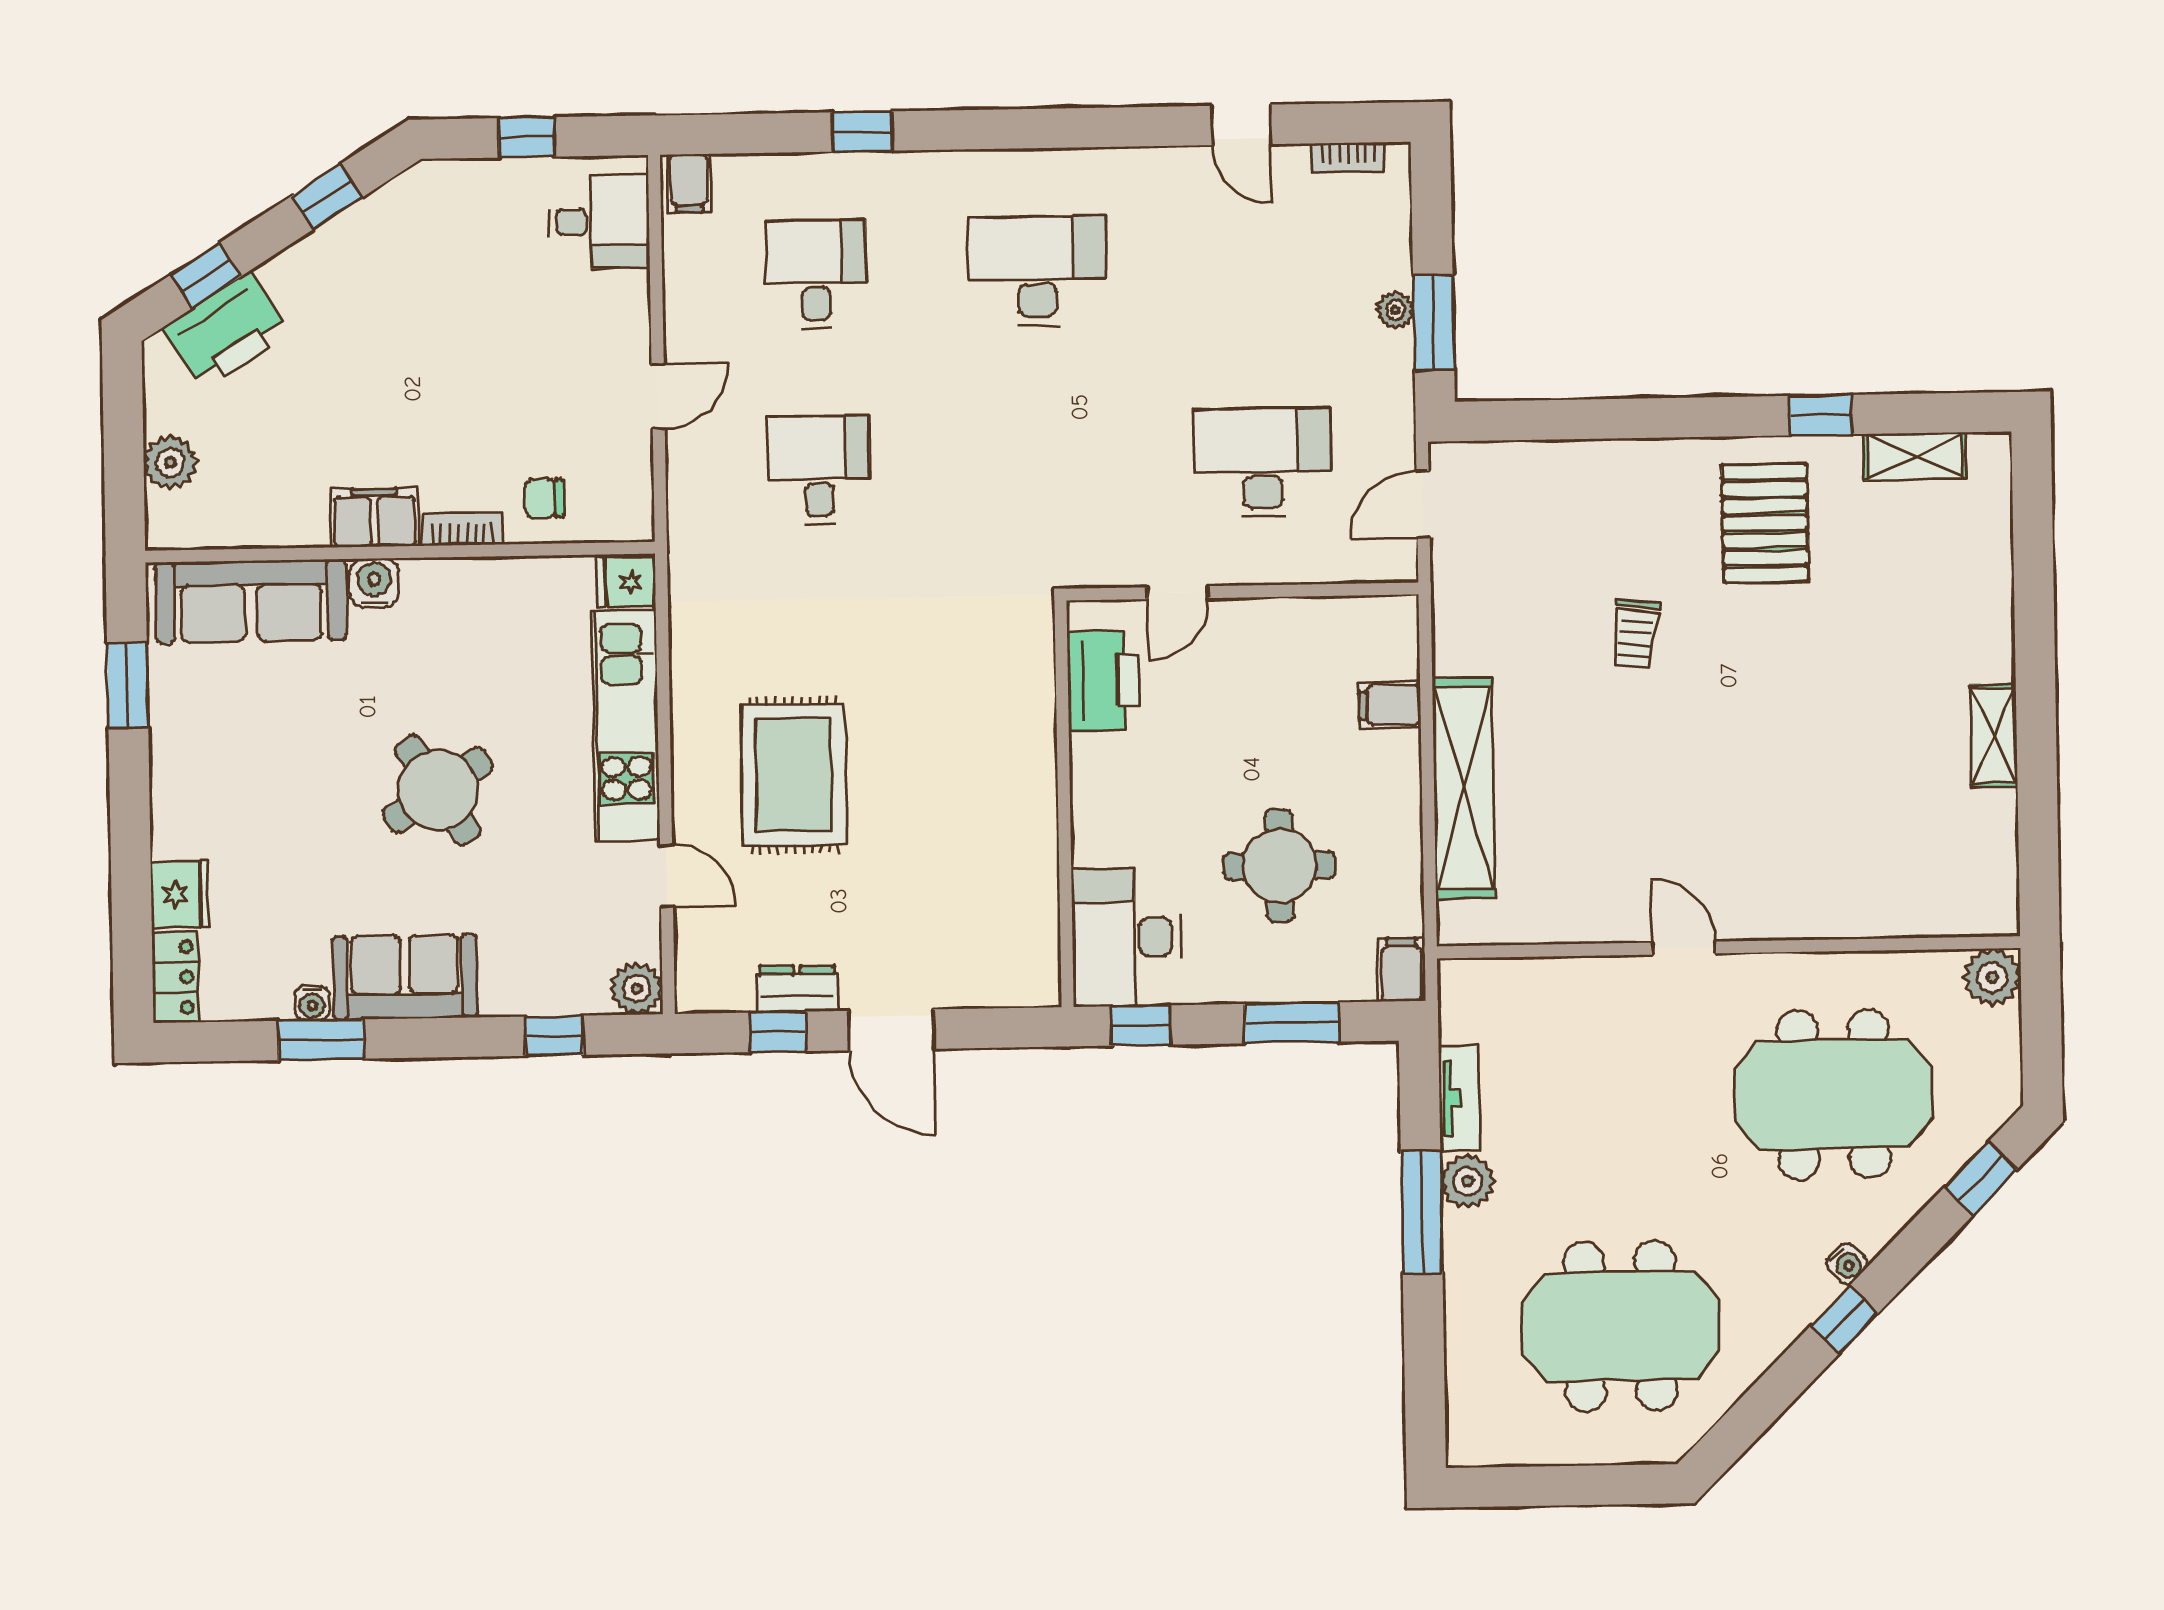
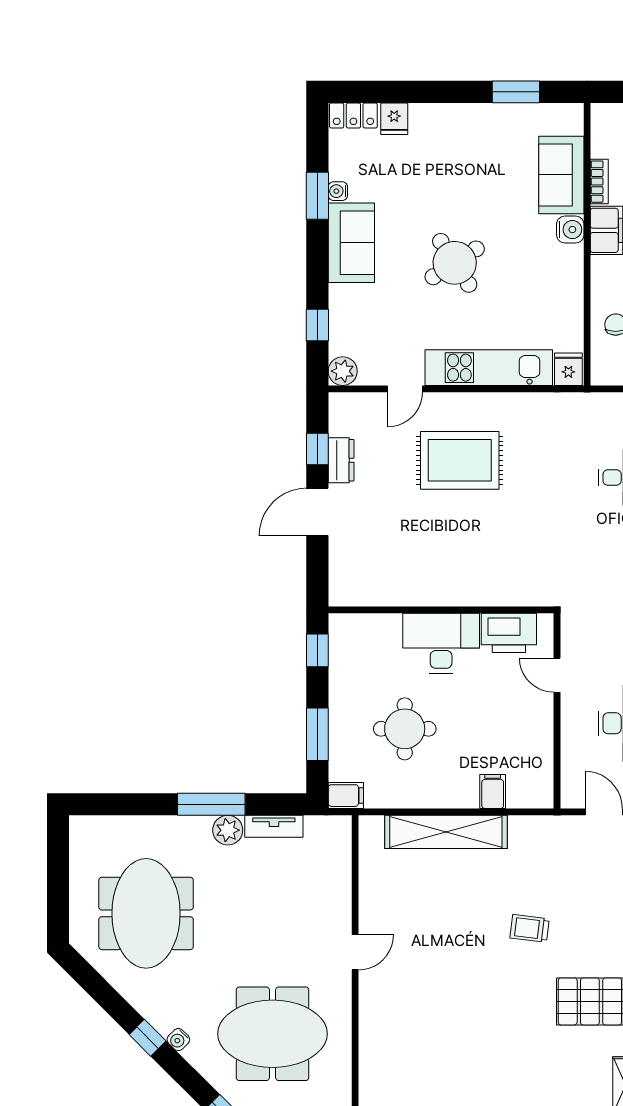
bookcase: (463, 529) -> (599, 182), moved
sofa: (251, 601) -> (561, 175), width x0.73
fridge: (180, 895) -> (394, 119), width x0.72
desk: (1126, 937) -> (441, 643), moved
meeting table: (1833, 1094) -> (273, 1034), turned 90

